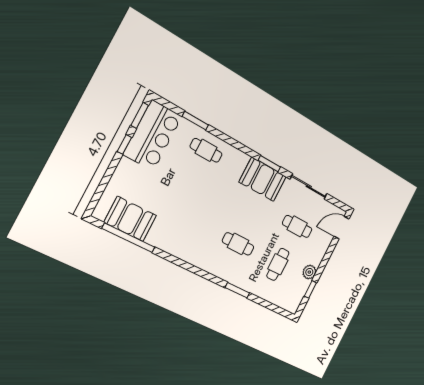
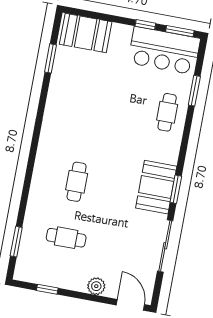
booth: (130, 219) -> (86, 33), moved, turned 90
cafe table: (297, 226) -> (116, 247), removed
window: (129, 238) -> (50, 58), width x0.47
plant: (309, 272) -> (96, 286), moved
window: (237, 290) -> (16, 242), moved

